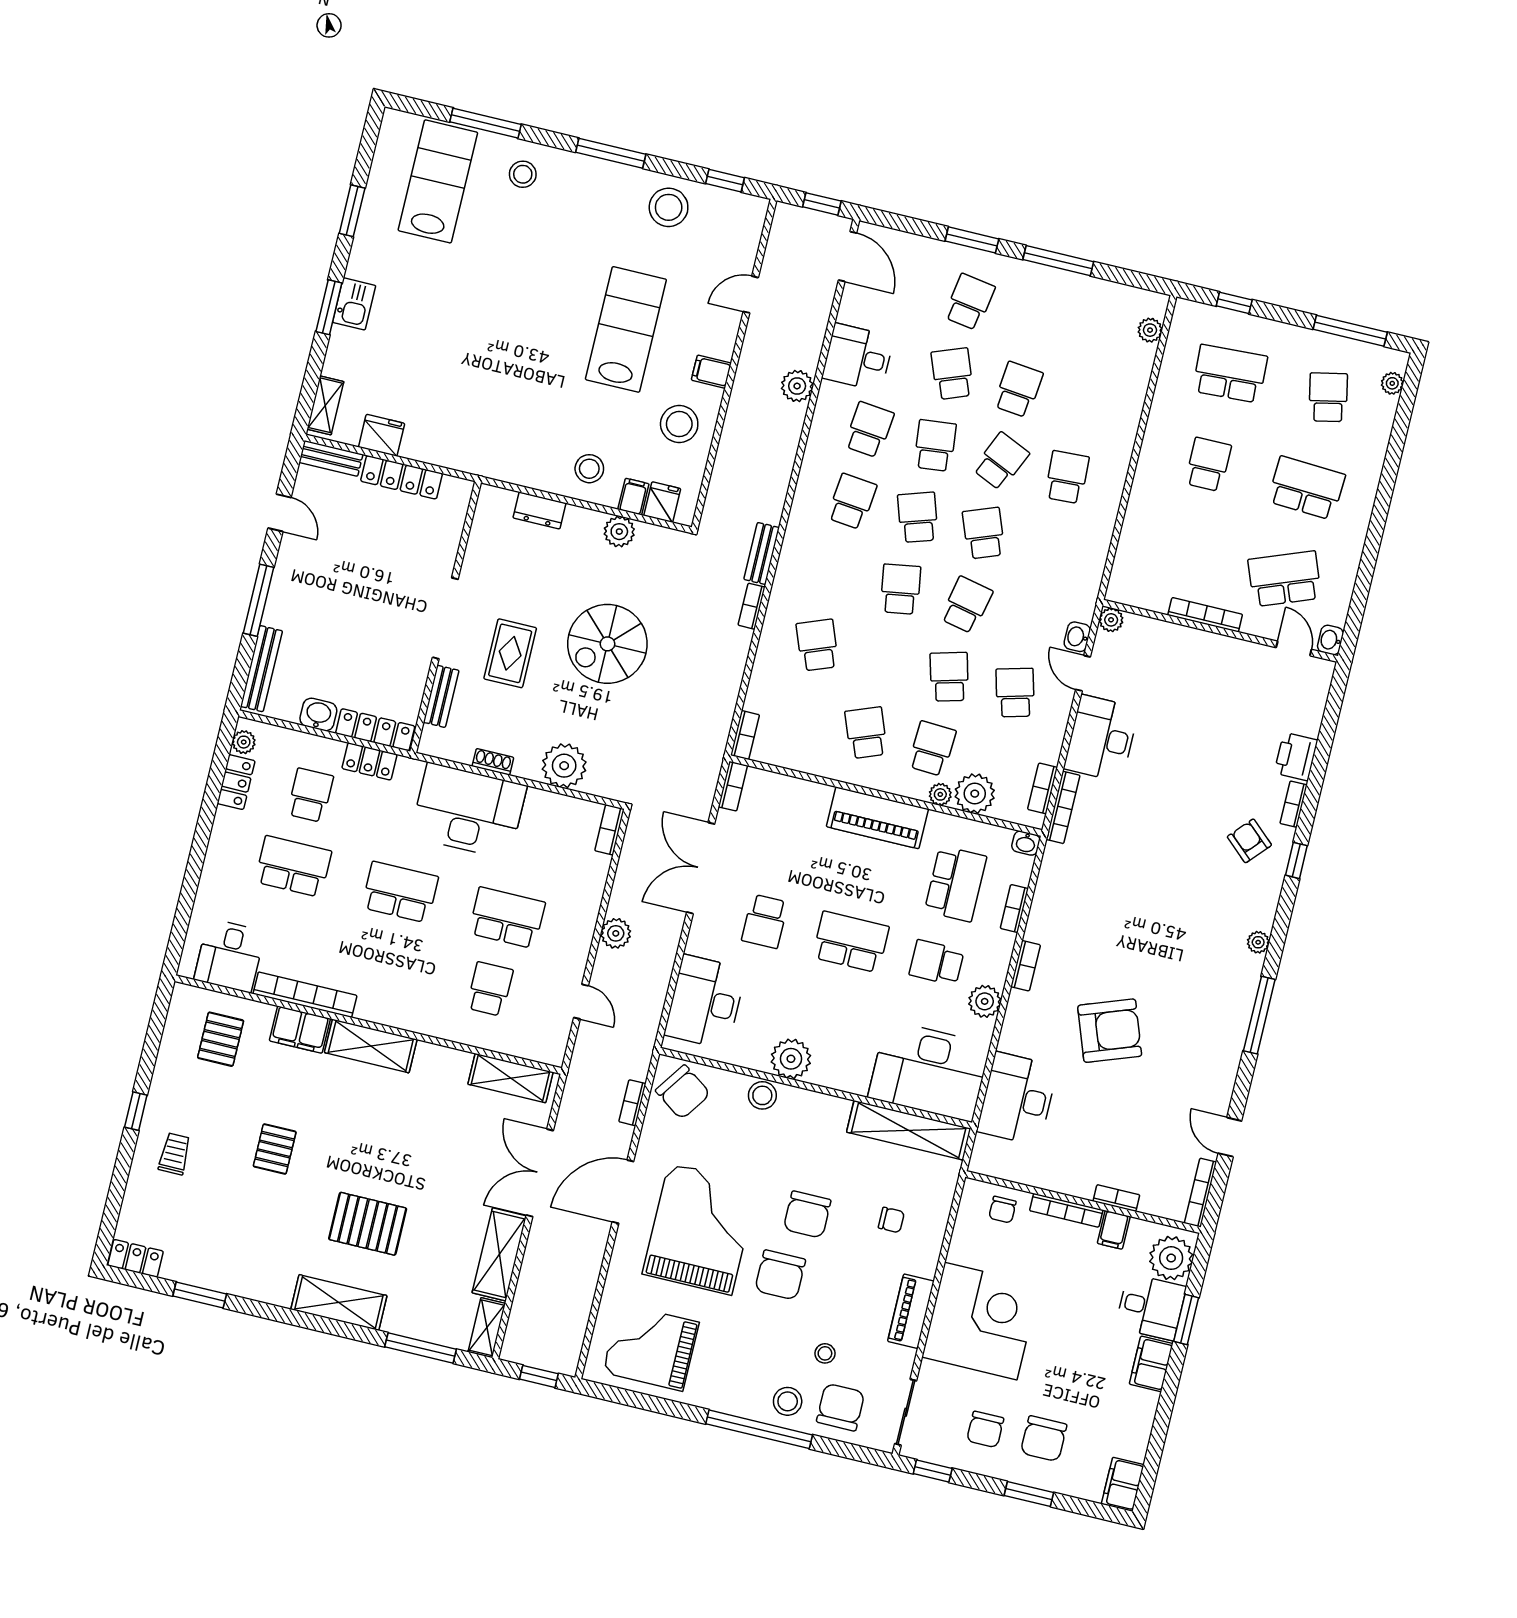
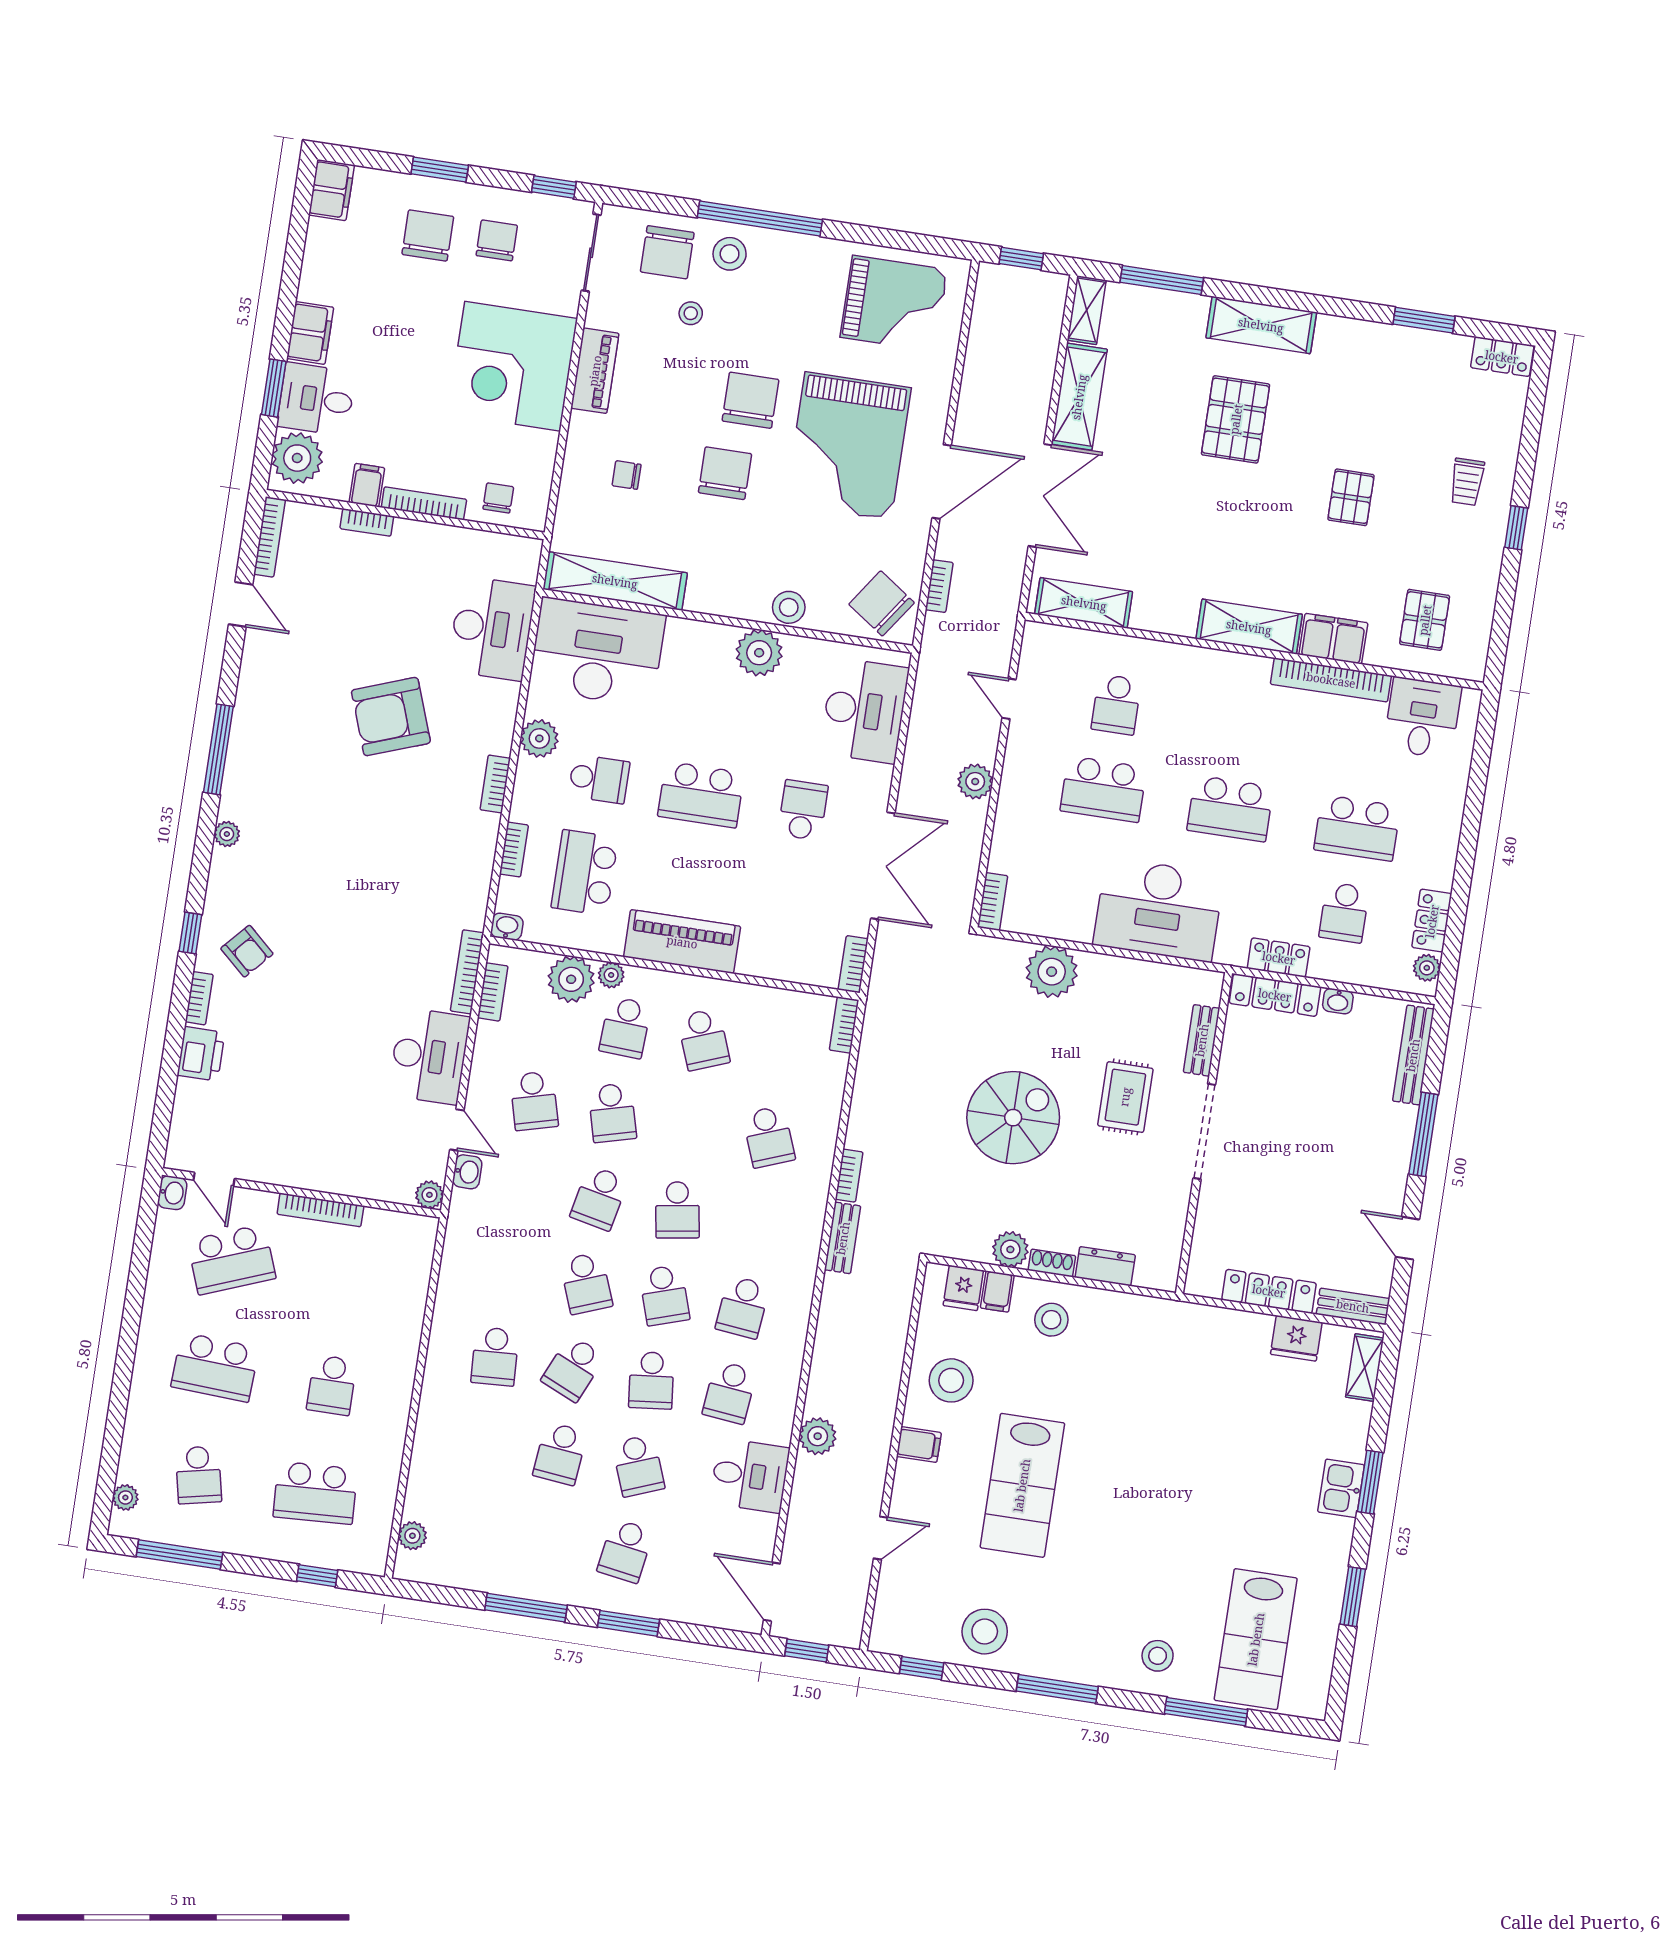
washbasin: (318, 715) -> (1338, 1001), width x0.72, depth x0.69
shoe rack: (493, 762) -> (1052, 1263), moved, turned 180
pallet: (368, 1224) -> (1236, 419), turned 90

